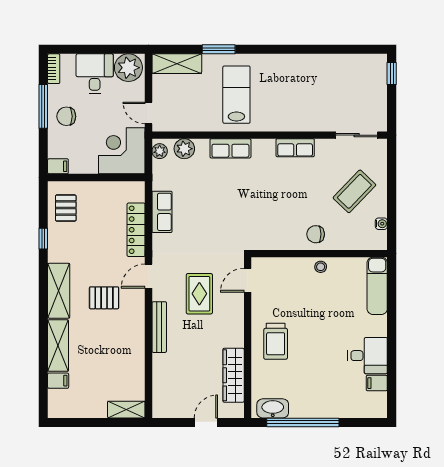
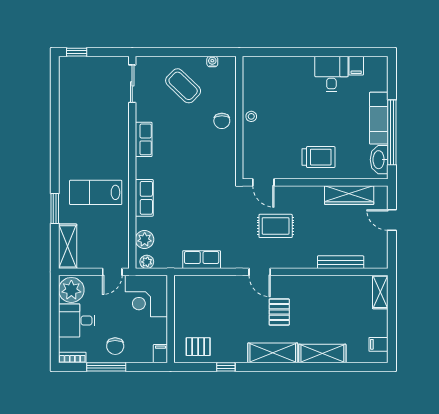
locker: (136, 230) -> (218, 283), removed
exam couch: (377, 286) -> (379, 118), moved, turned 90
bench: (159, 327) -> (341, 262), moved
filing cabinet: (58, 381) -> (378, 344), moved, turned -90

